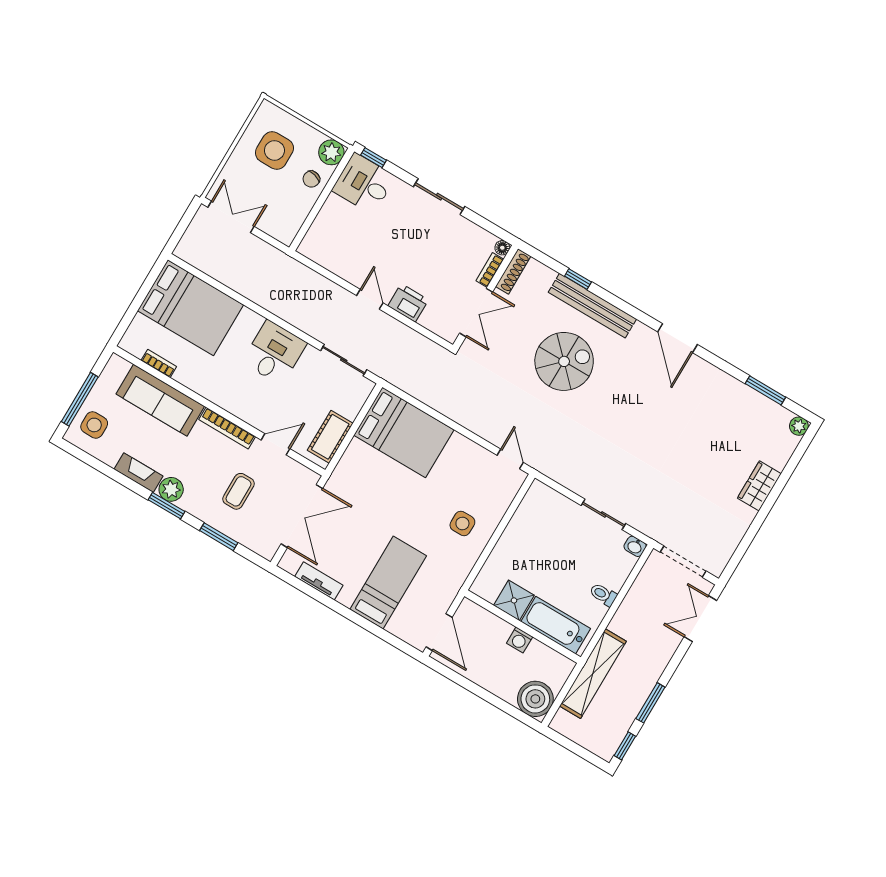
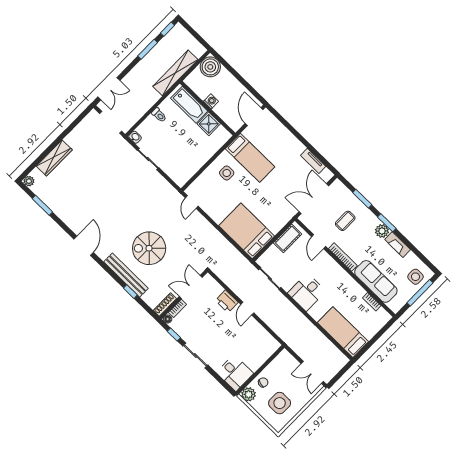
window: (373, 158) -> (174, 334), moved
bed: (191, 308) -> (343, 332), width x0.67
door: (275, 444) -> (319, 242), hinge flipped
wardrobe: (759, 486) -> (54, 158), width x1.50
bed: (388, 582) -> (250, 158), moved, turned -90

